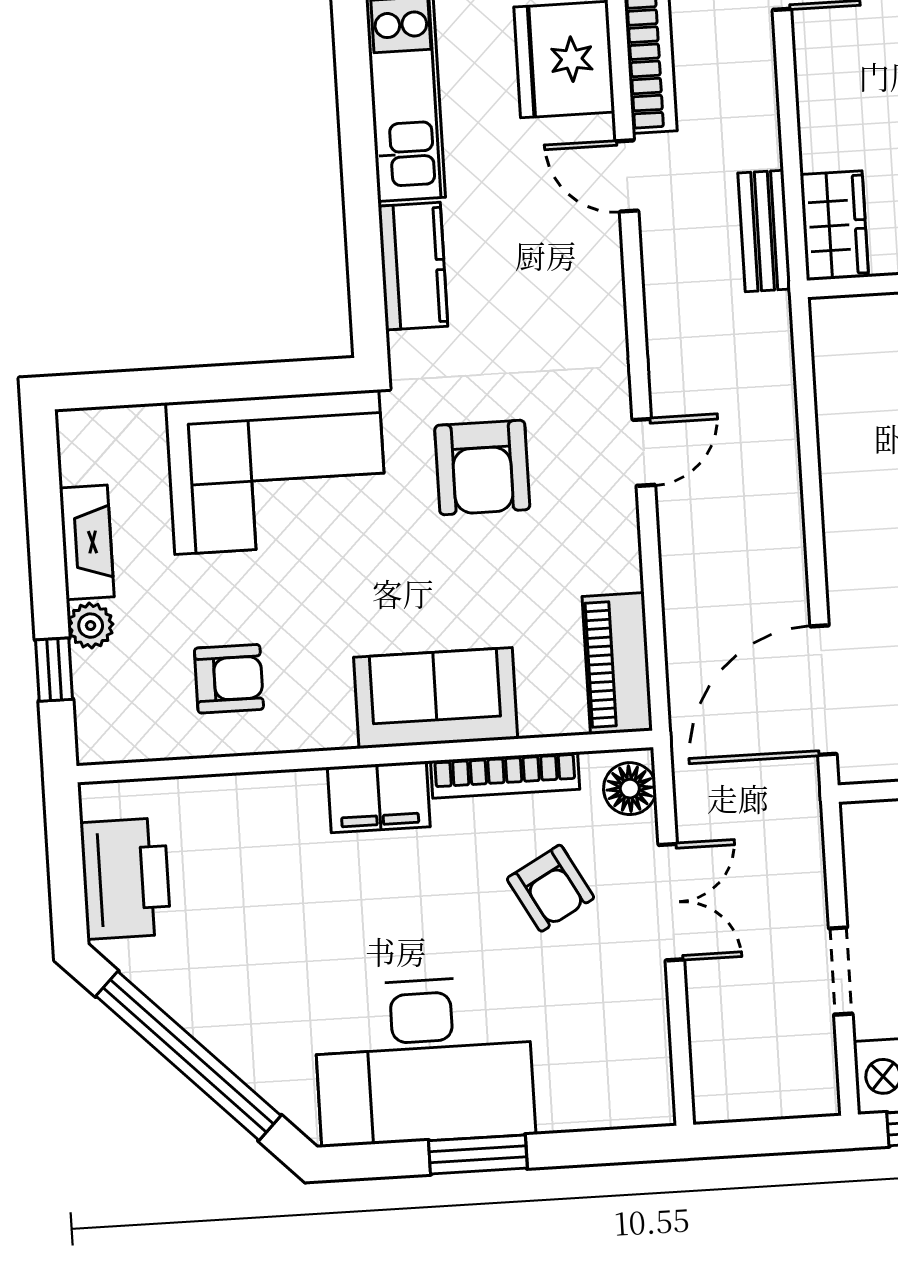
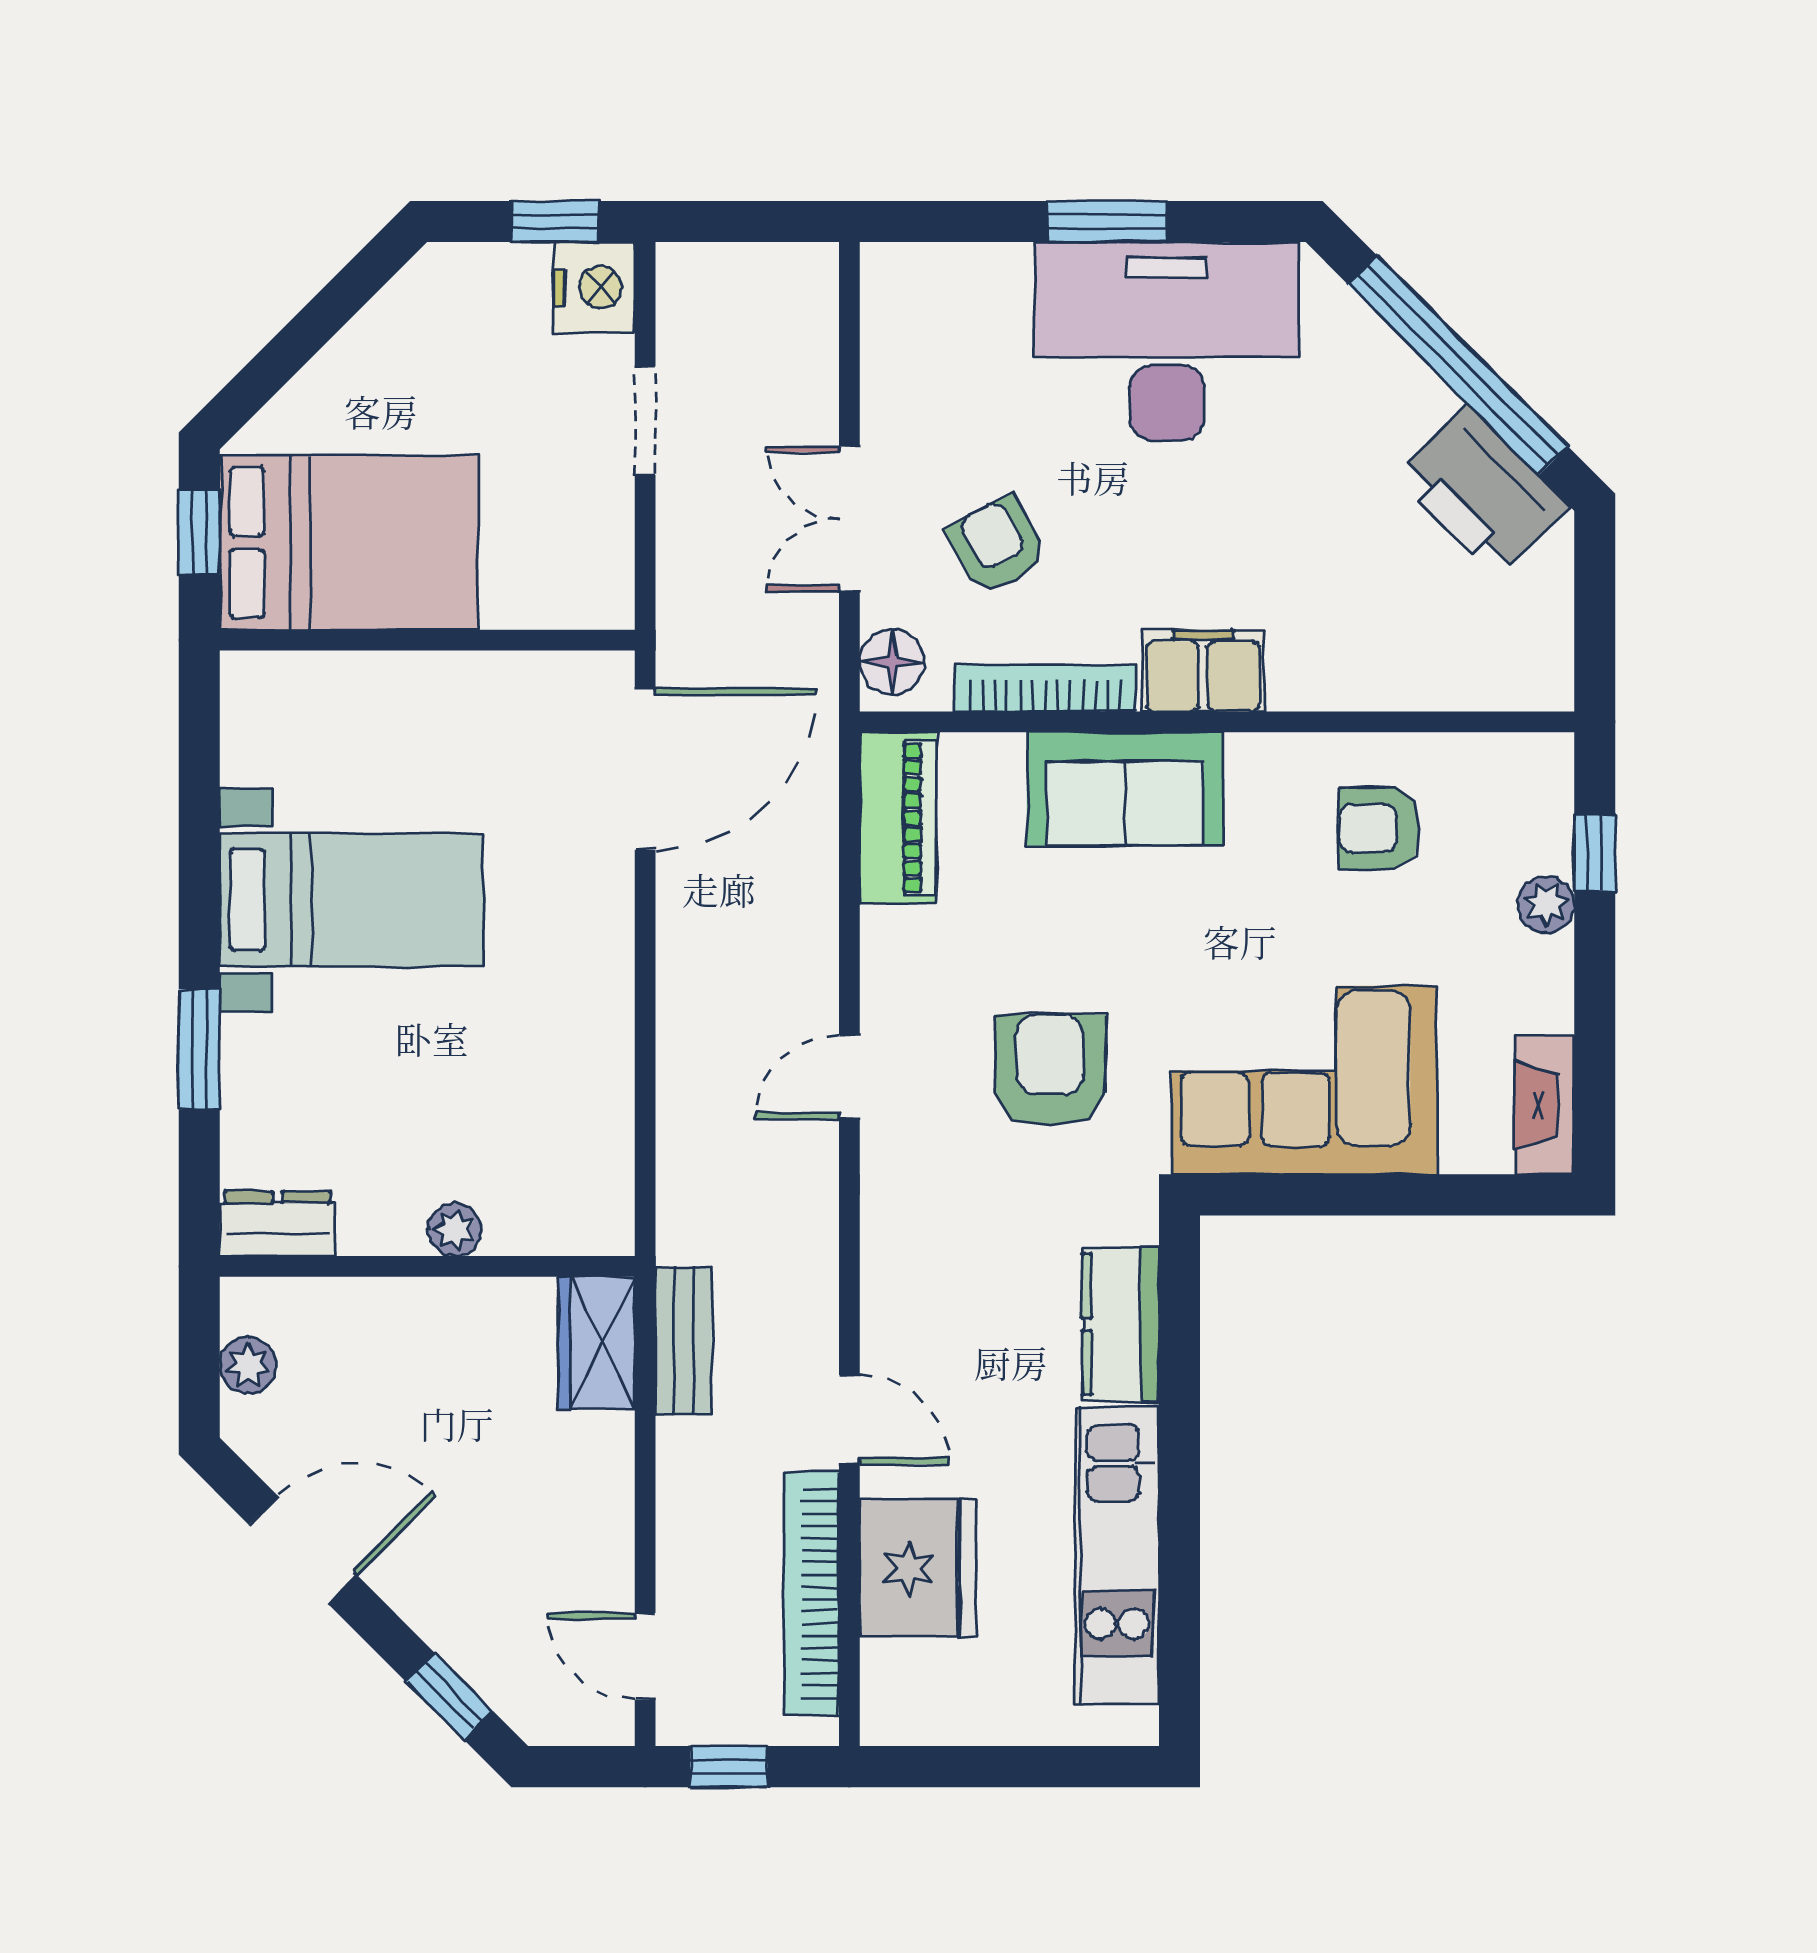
fireplace: (87, 542) -> (1545, 1105), moved
printer: (125, 879) -> (1482, 492), moved, turned -45

